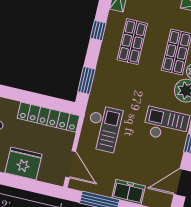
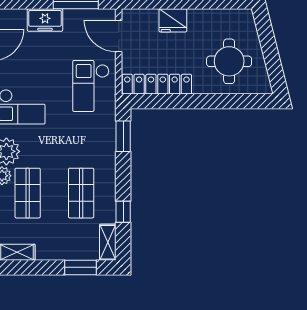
window: (98, 30) -> (123, 212), moved
fridge: (23, 164) -> (173, 20), width x0.73, depth x0.75

